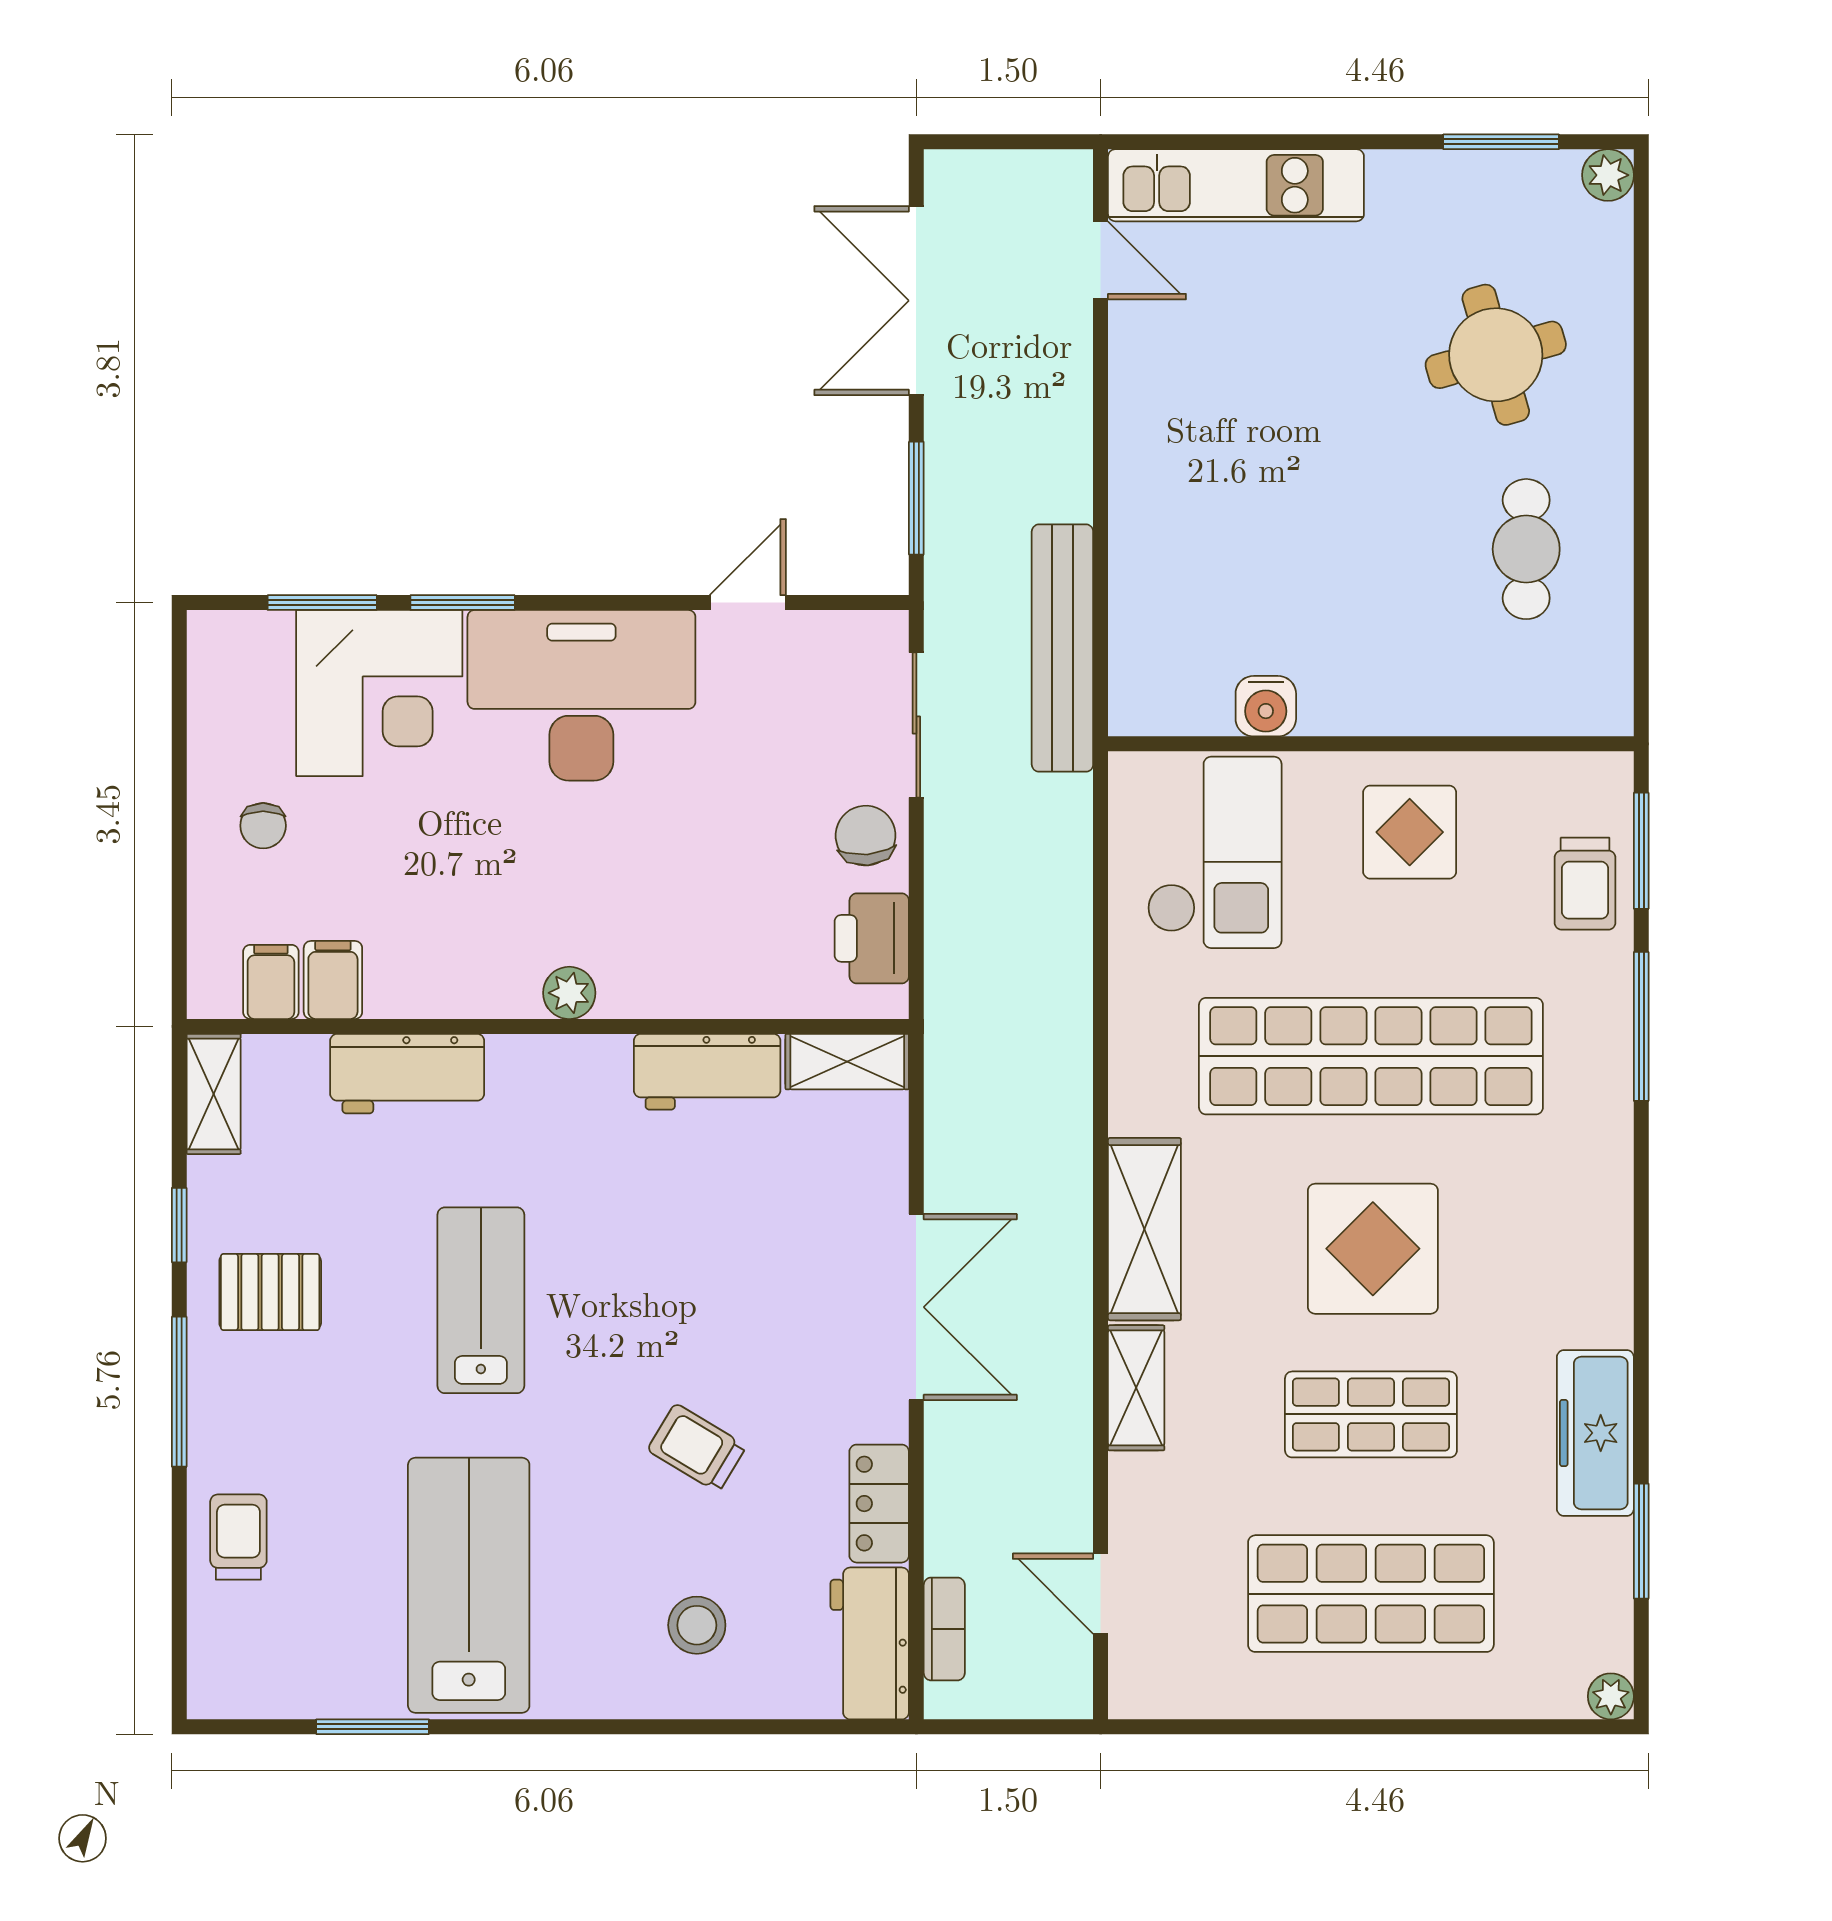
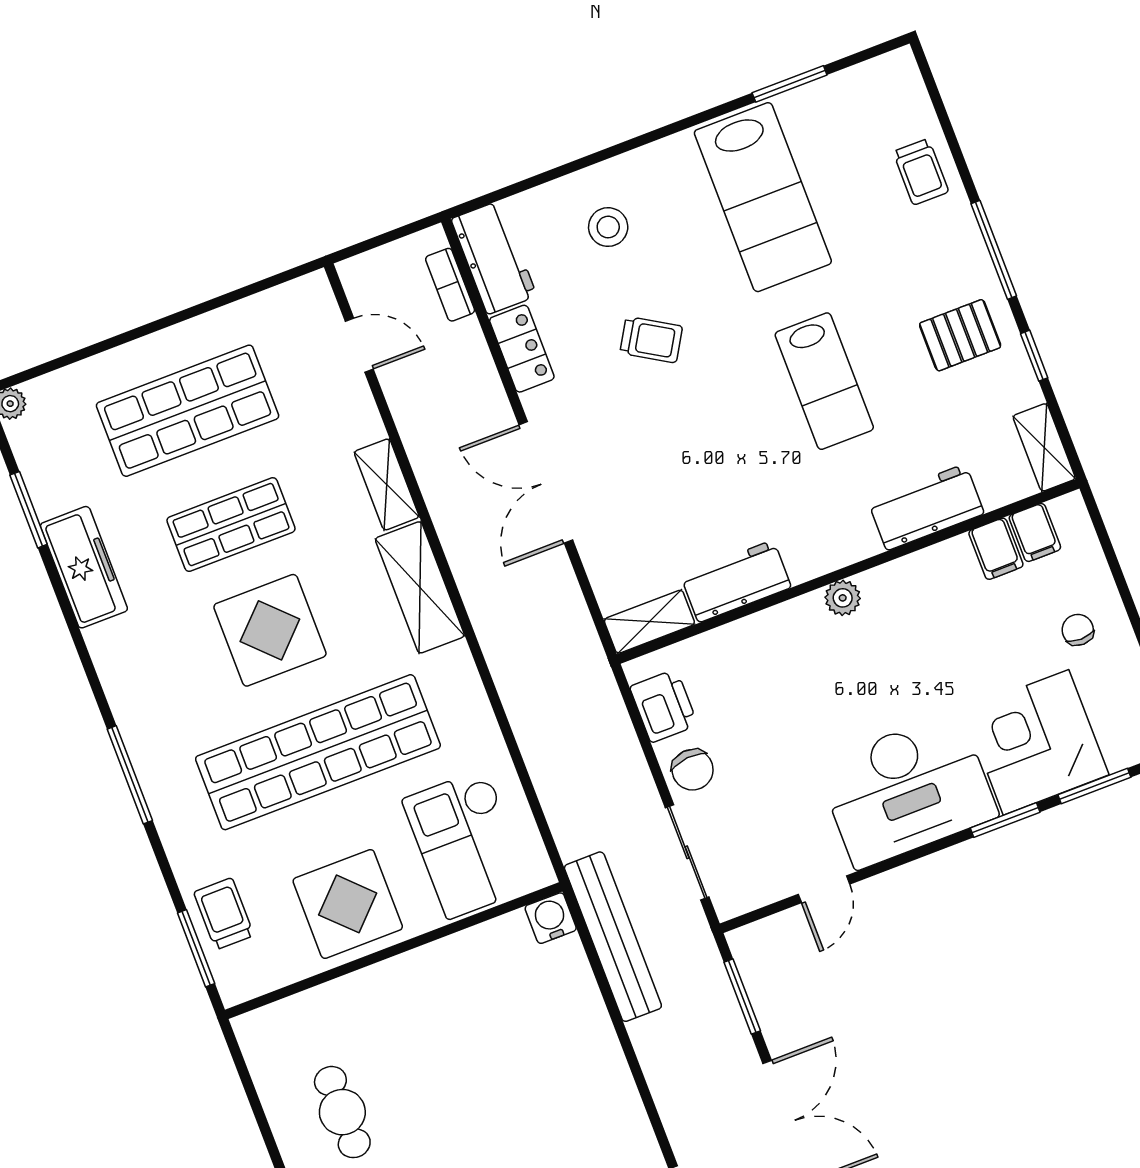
water cooler: (1266, 706) -> (551, 918), moved
display table: (1410, 832) -> (348, 904), width x1.36, depth x1.36
window: (1641, 1026) -> (130, 775), moved

